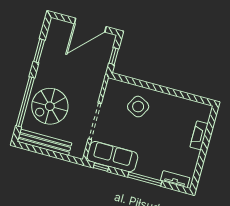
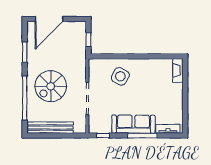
door: (90, 25) -> (49, 19), moved
spiral stairs: (50, 106) -> (51, 86), moved
fireplace: (199, 135) -> (178, 70), moved
sofa: (112, 157) -> (133, 124), moved

